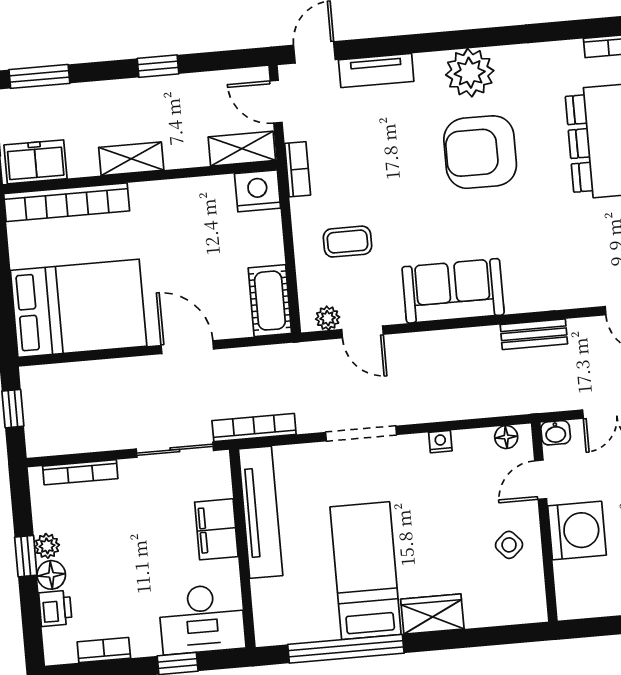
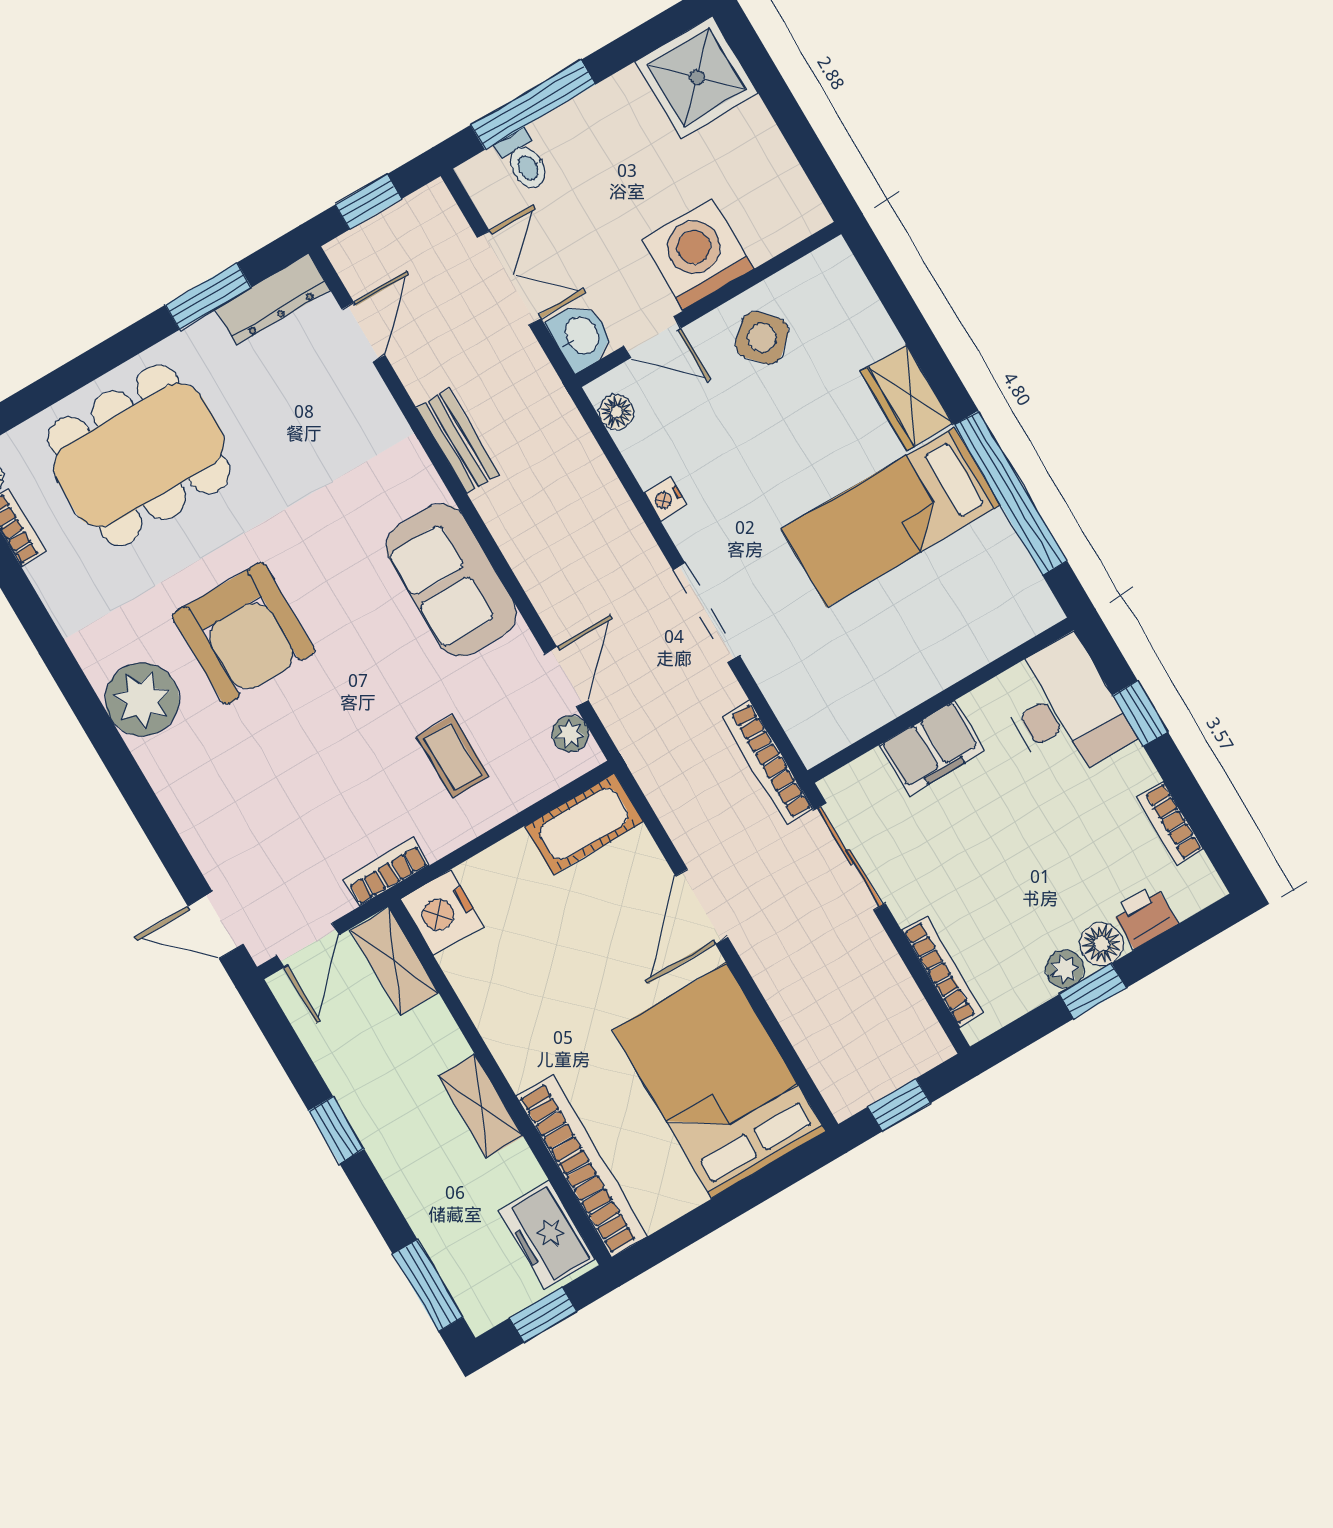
tv unit: (376, 71) -> (200, 829), removed
washbasin: (556, 433) -> (581, 336), width x1.38, depth x1.45
tv unit: (261, 512) -> (879, 699), removed
side table: (509, 545) -> (762, 338), width x1.37, depth x1.37

